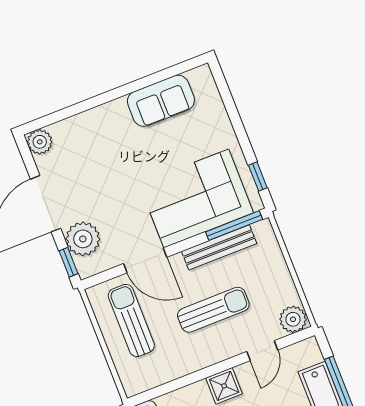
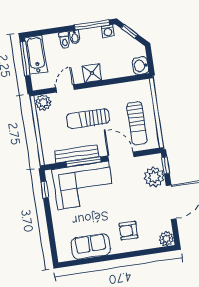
armchair: (105, 141) -> (128, 231), added
window: (234, 226) -> (84, 162), moved

